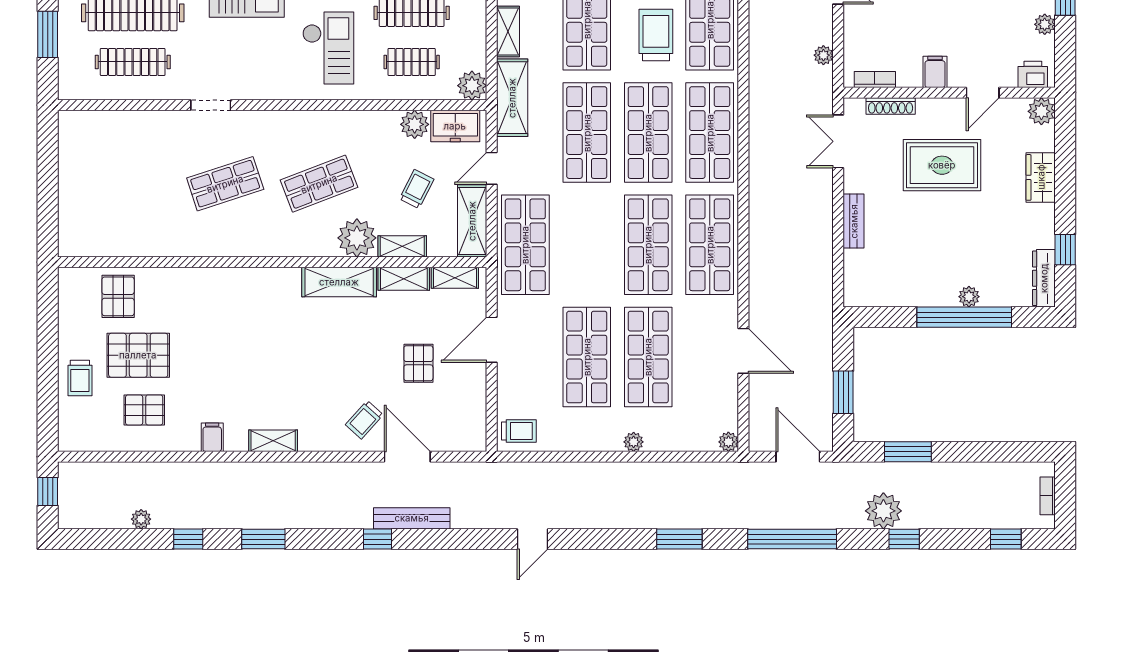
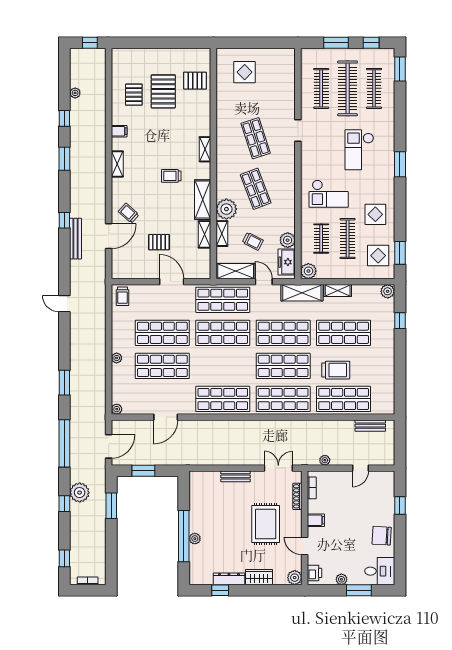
display table: (102, 204) -> (245, 72), added
shop shelf: (648, 245) -> (223, 333), moved
shelving: (455, 278) -> (205, 149), moved
dresser: (1044, 278) -> (229, 579), moved
trolley: (80, 378) -> (171, 176), moved

